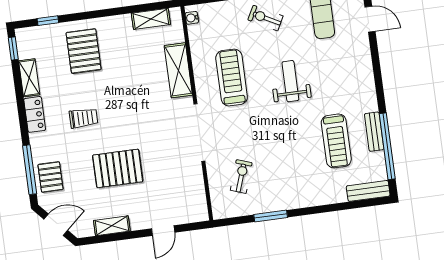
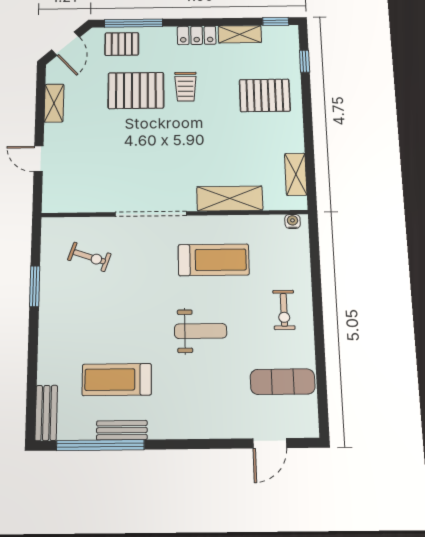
exercise bike: (265, 18) -> (284, 310), turned 152
pallet: (118, 168) -> (136, 91), moved, turned 90

